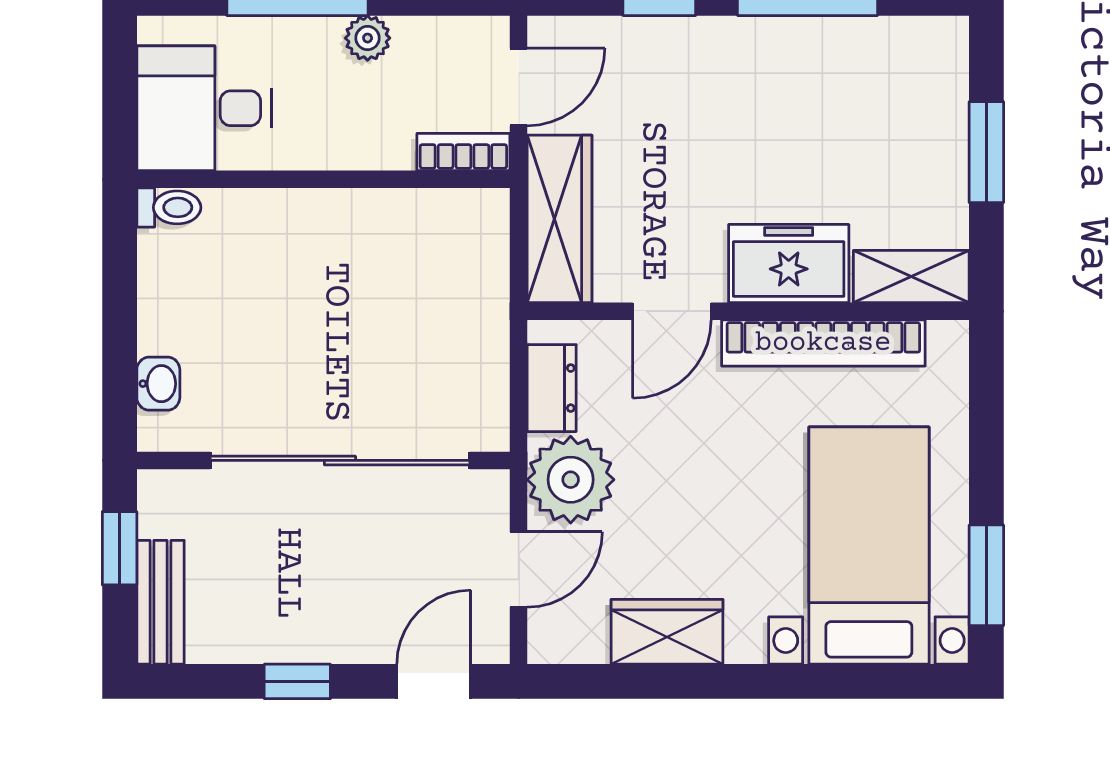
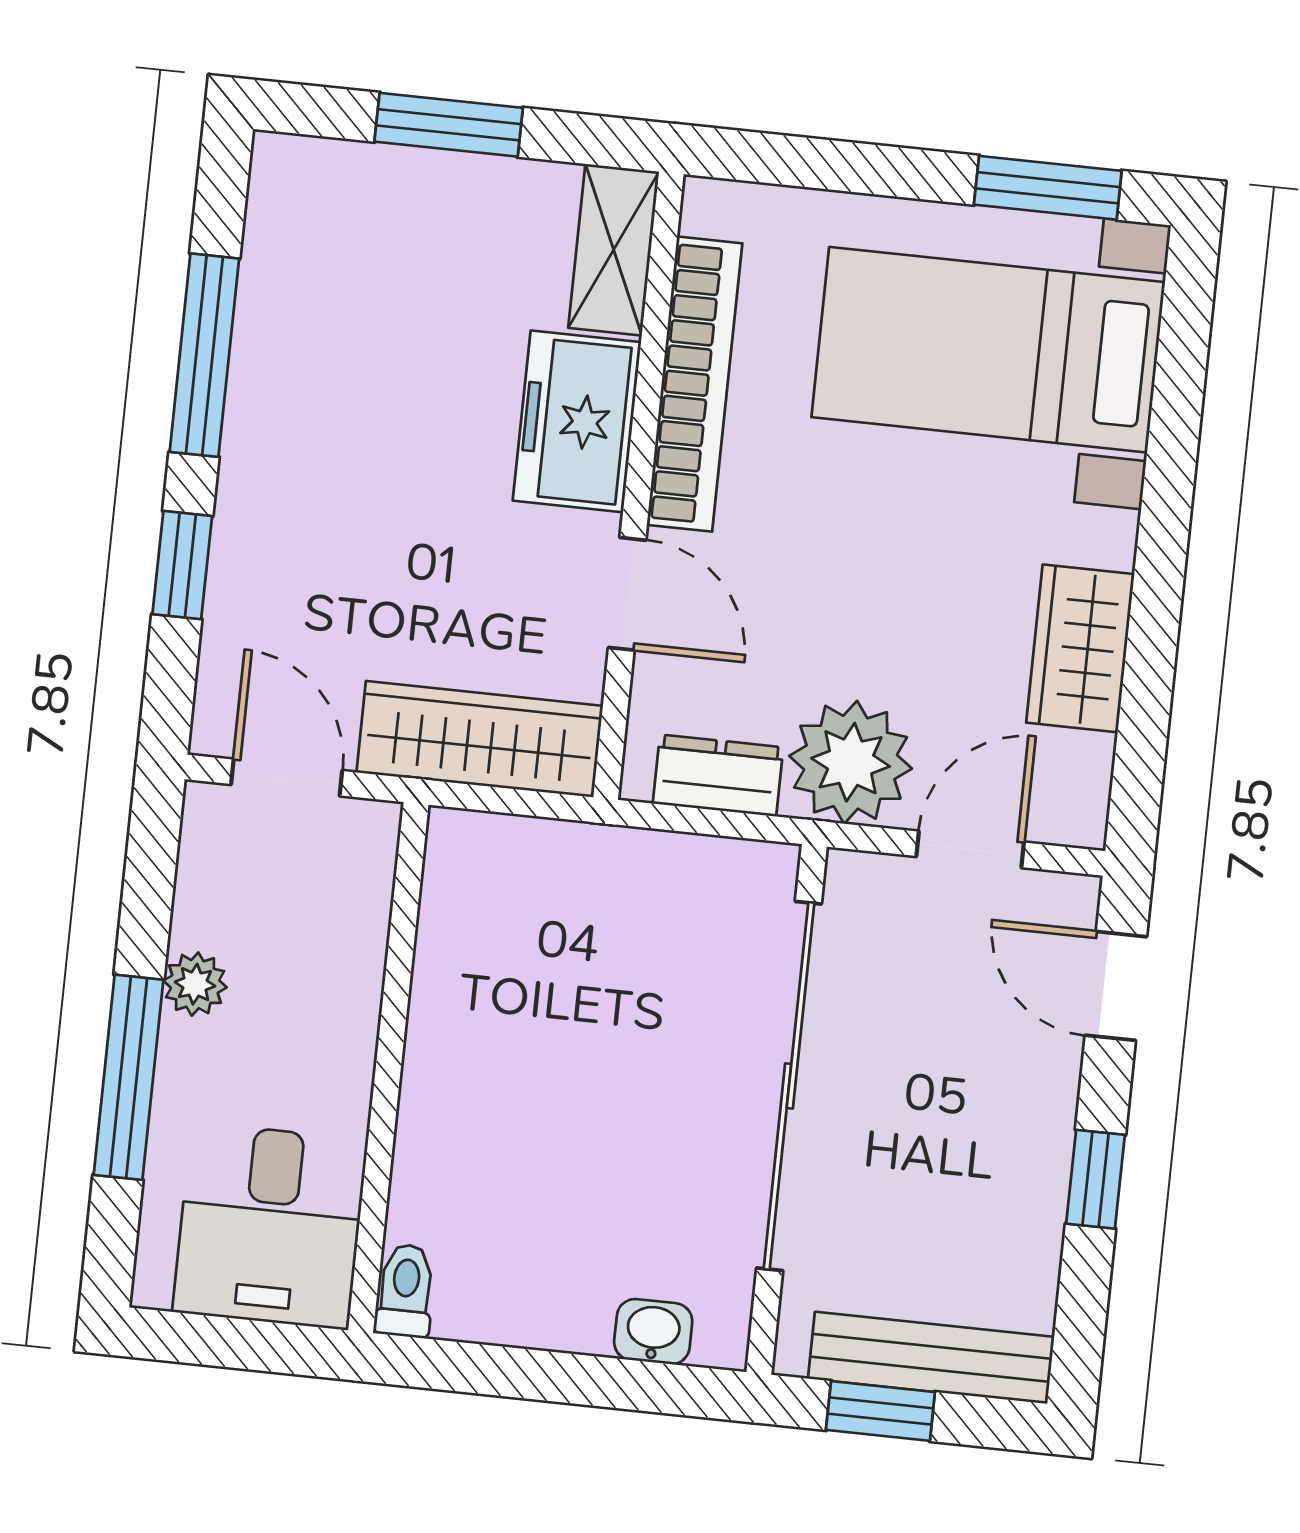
bookcase: (463, 152) -> (371, 865), removed
door: (519, 570) -> (970, 849), hinge flipped
bench: (160, 602) -> (931, 1358), width x1.36

